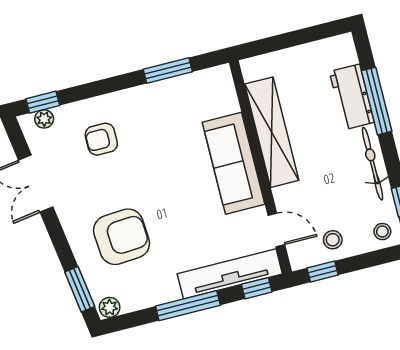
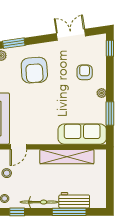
plant: (44, 119) -> (102, 93), moved
sofa: (234, 163) -> (82, 134), moved

